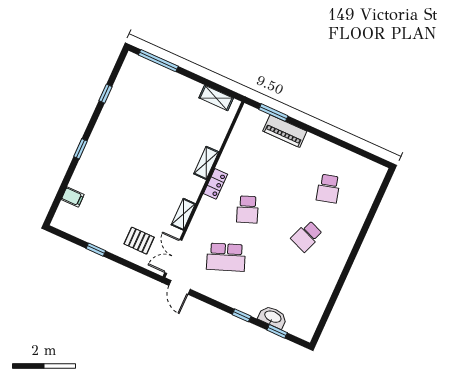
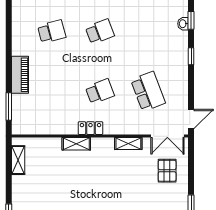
piano: (285, 131) -> (20, 75), moved
school desk: (307, 236) -> (100, 32), turned -42
washbasin: (273, 317) -> (183, 24), width x0.52, depth x0.69

